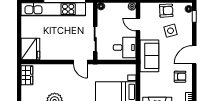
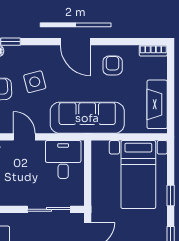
door: (138, 25) -> (24, 137), swing flipped
sofa: (149, 56) -> (87, 118), width x1.36

